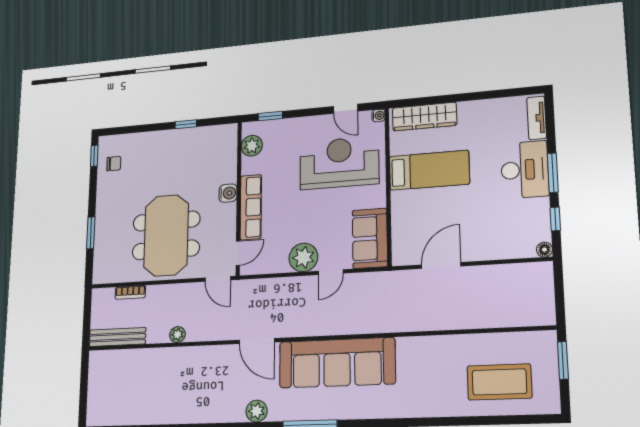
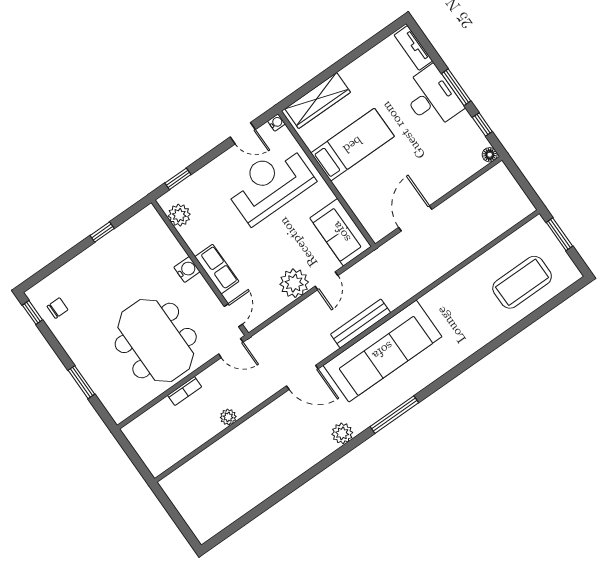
row of seats: (251, 207) -> (217, 269), width x0.68
bookcase: (130, 292) -> (185, 391), moved
bench: (117, 337) -> (361, 323), moved

